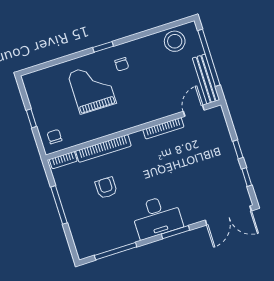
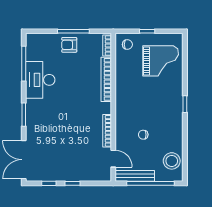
chair: (122, 64) -> (143, 135), moved
grand piano: (92, 88) -> (161, 61), moved
armchair: (106, 188) -> (69, 45), moved, turned 180
desk: (157, 217) -> (40, 80), moved

